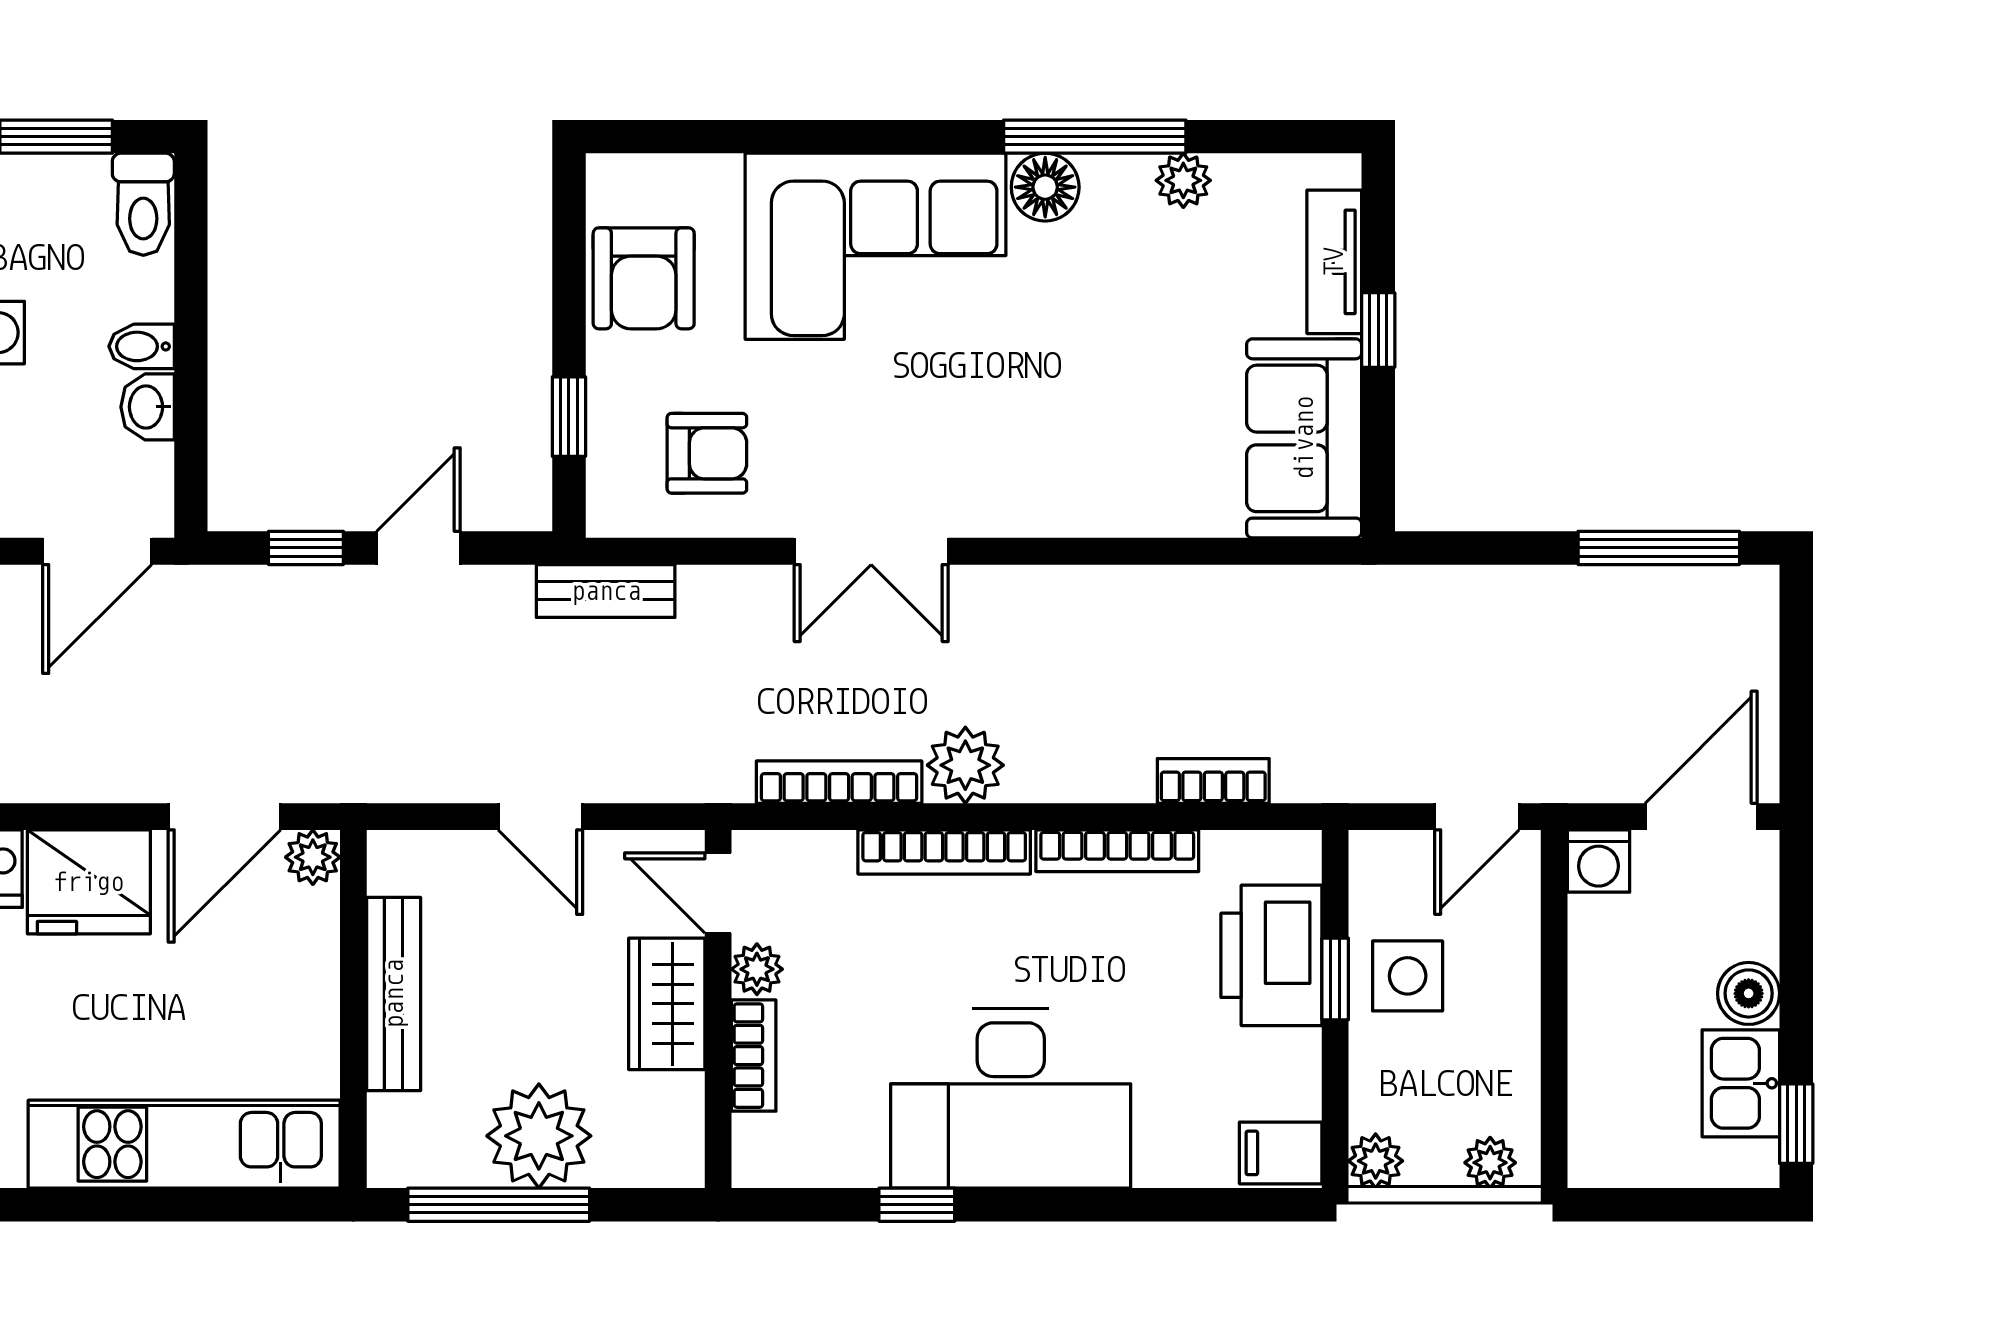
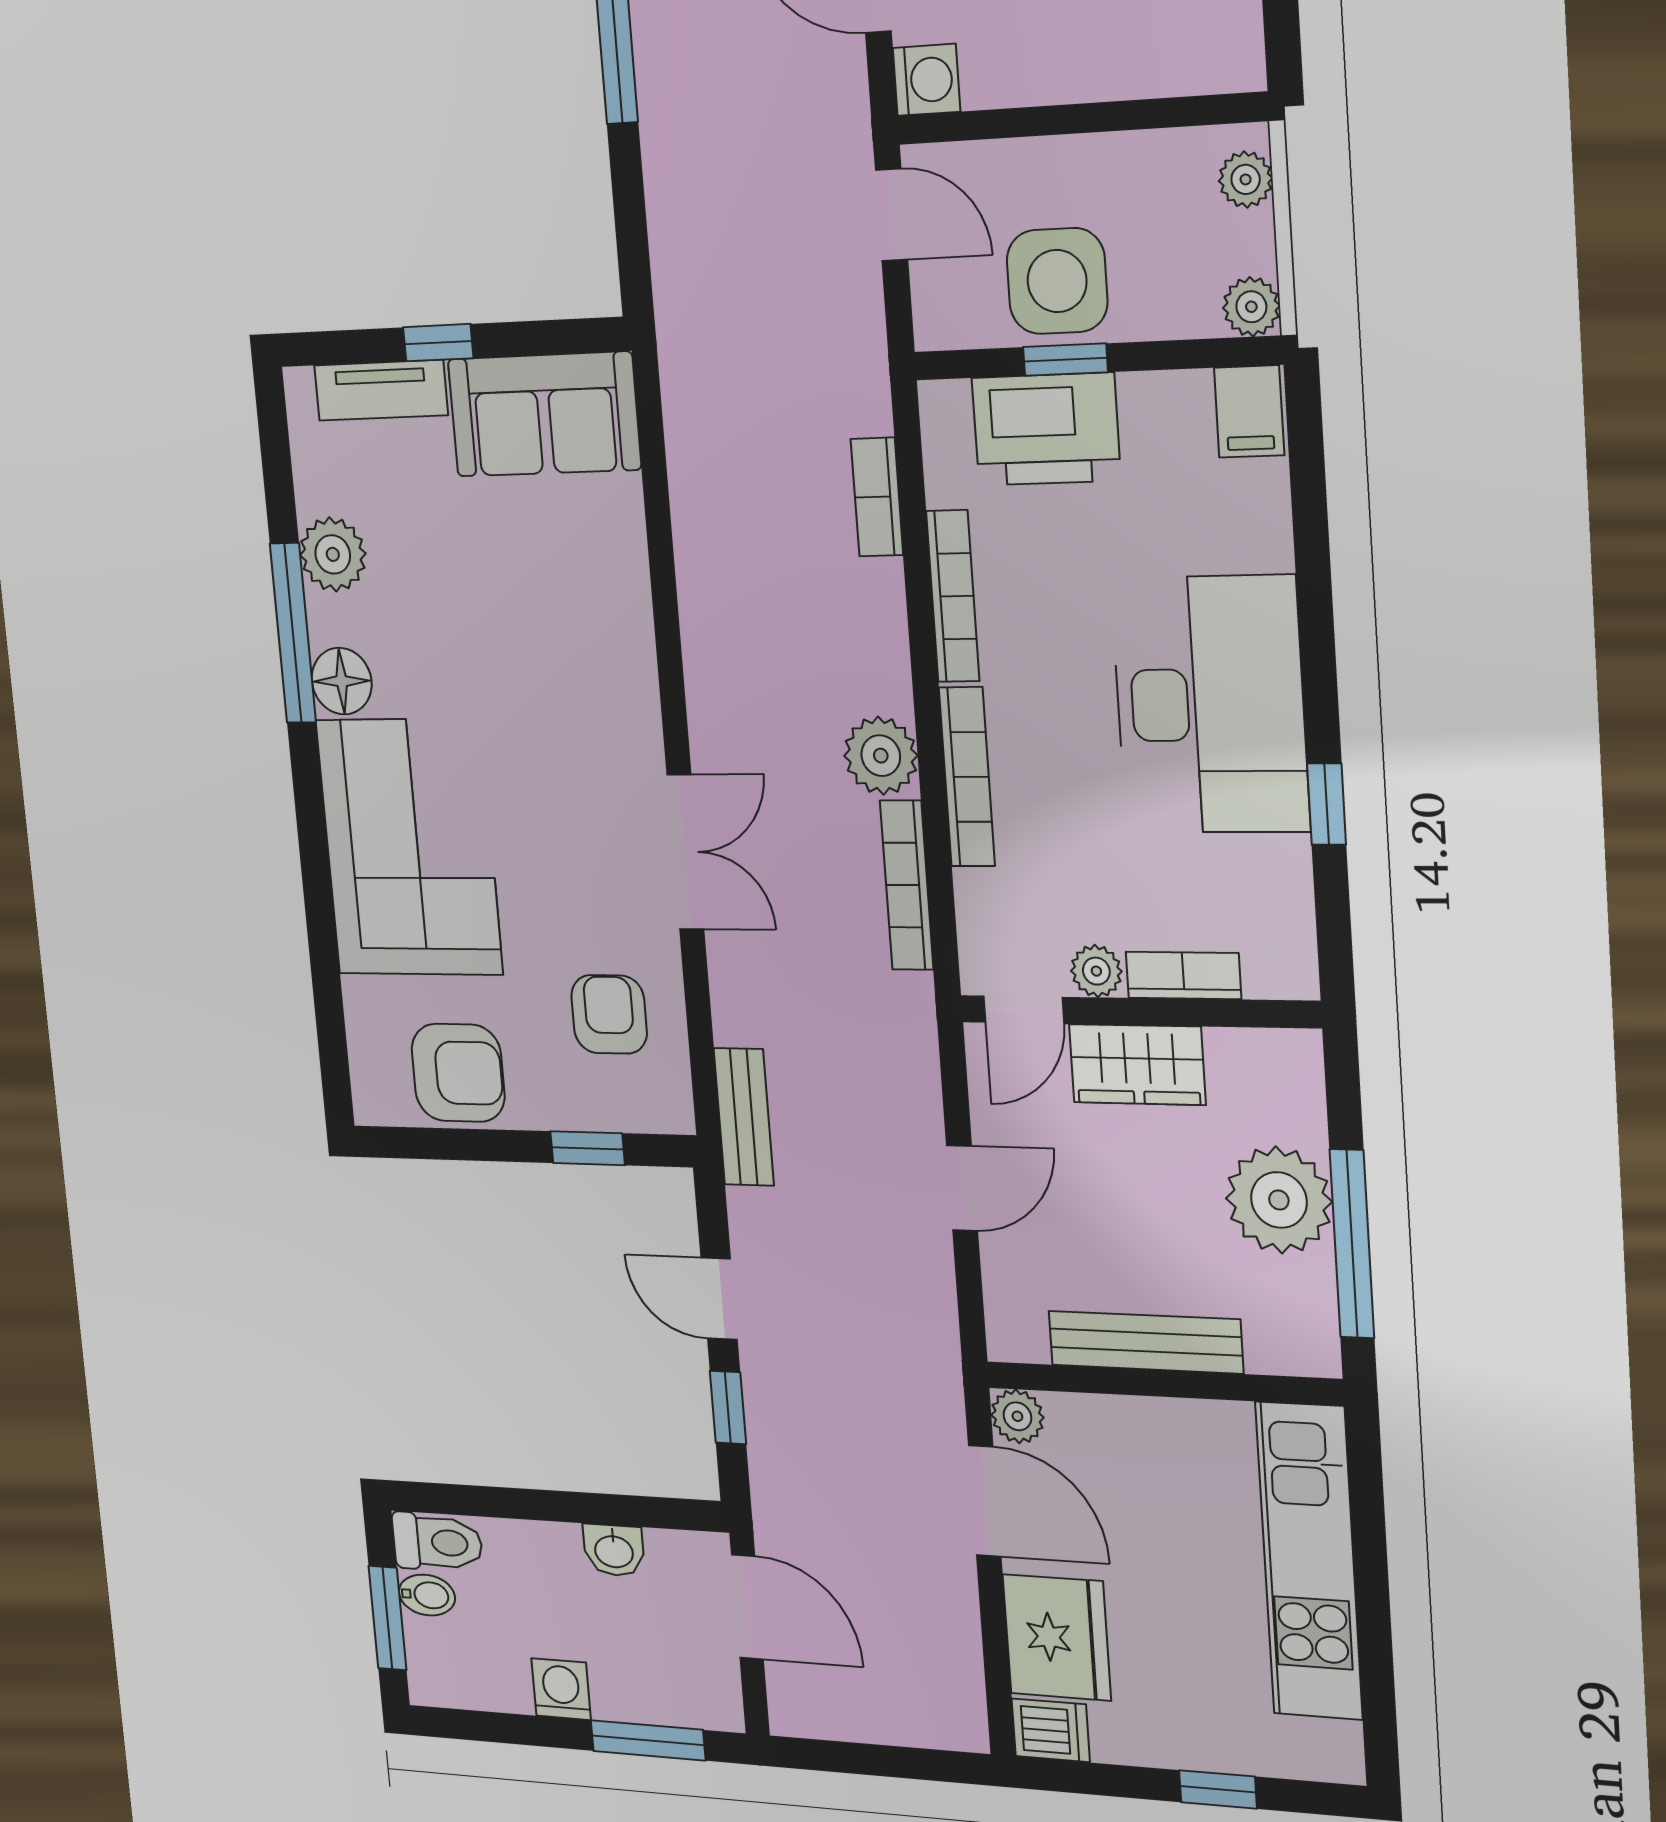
plant: (1183, 180) -> (333, 554), width x1.38, depth x1.38
bidet: (142, 346) -> (427, 1595), moved, turned -90
side table: (1408, 976) -> (1057, 281), width x1.37, depth x1.37

